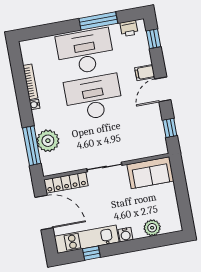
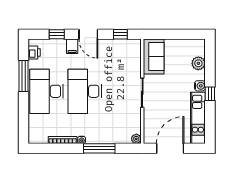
window: (153, 39) -> (57, 34), moved
plant: (48, 141) -> (136, 139), moved, width x0.53, depth x0.53
window: (32, 146) -> (99, 148), moved
locker: (66, 183) -> (149, 126), removed
window: (91, 253) -> (210, 94), moved

